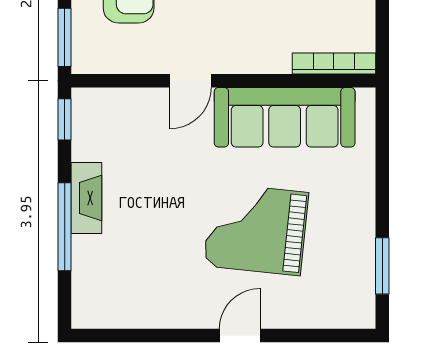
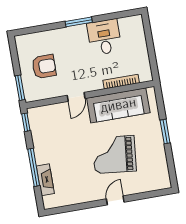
bookcase: (334, 64) -> (121, 82), moved
fireplace: (86, 198) -> (45, 180), moved
window: (382, 266) -> (165, 131), moved

